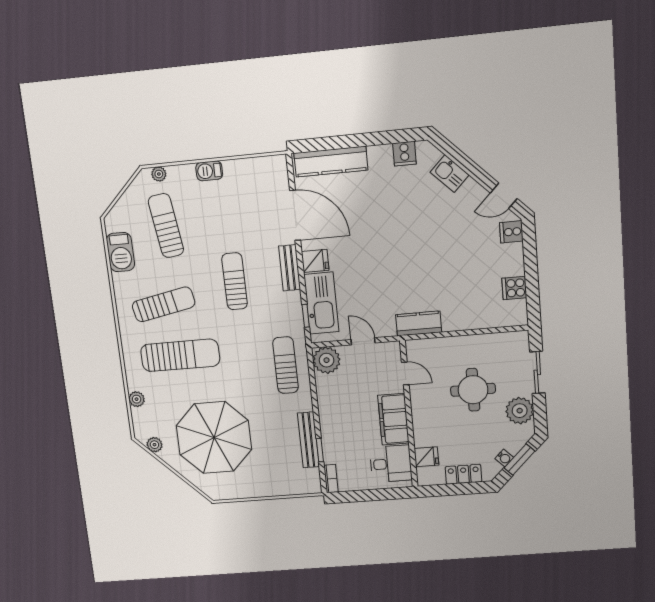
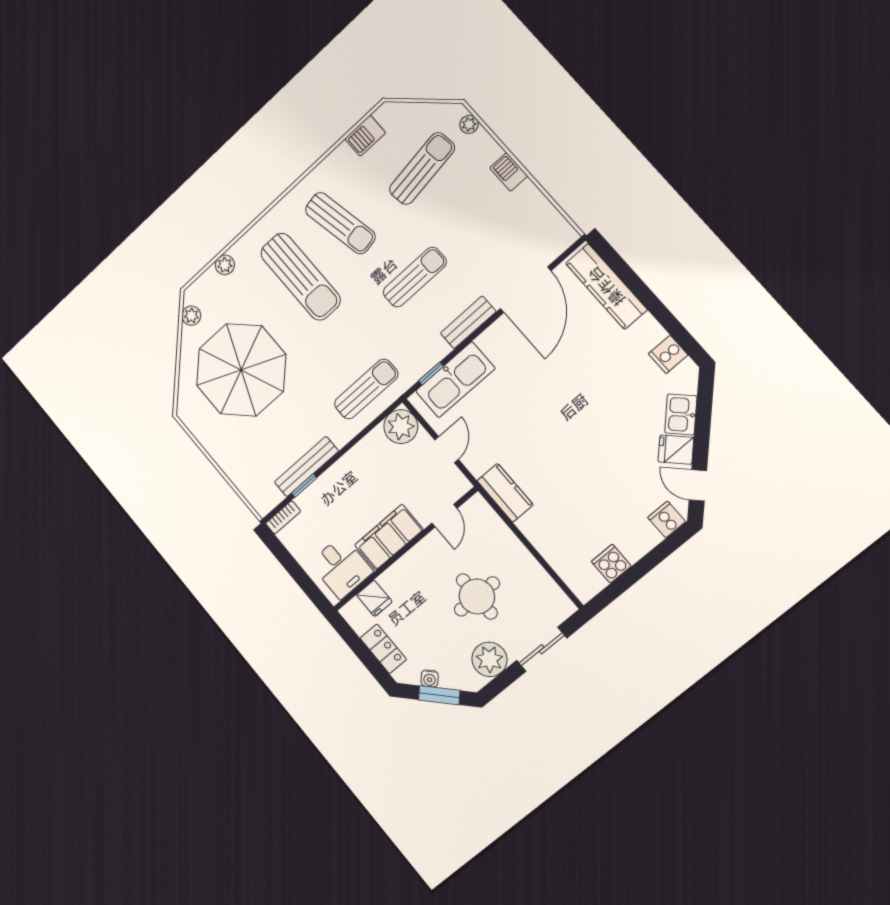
barbecue: (120, 252) -> (365, 136), width x0.73, depth x0.79
fridge: (315, 261) -> (676, 450), moved, turned 135

